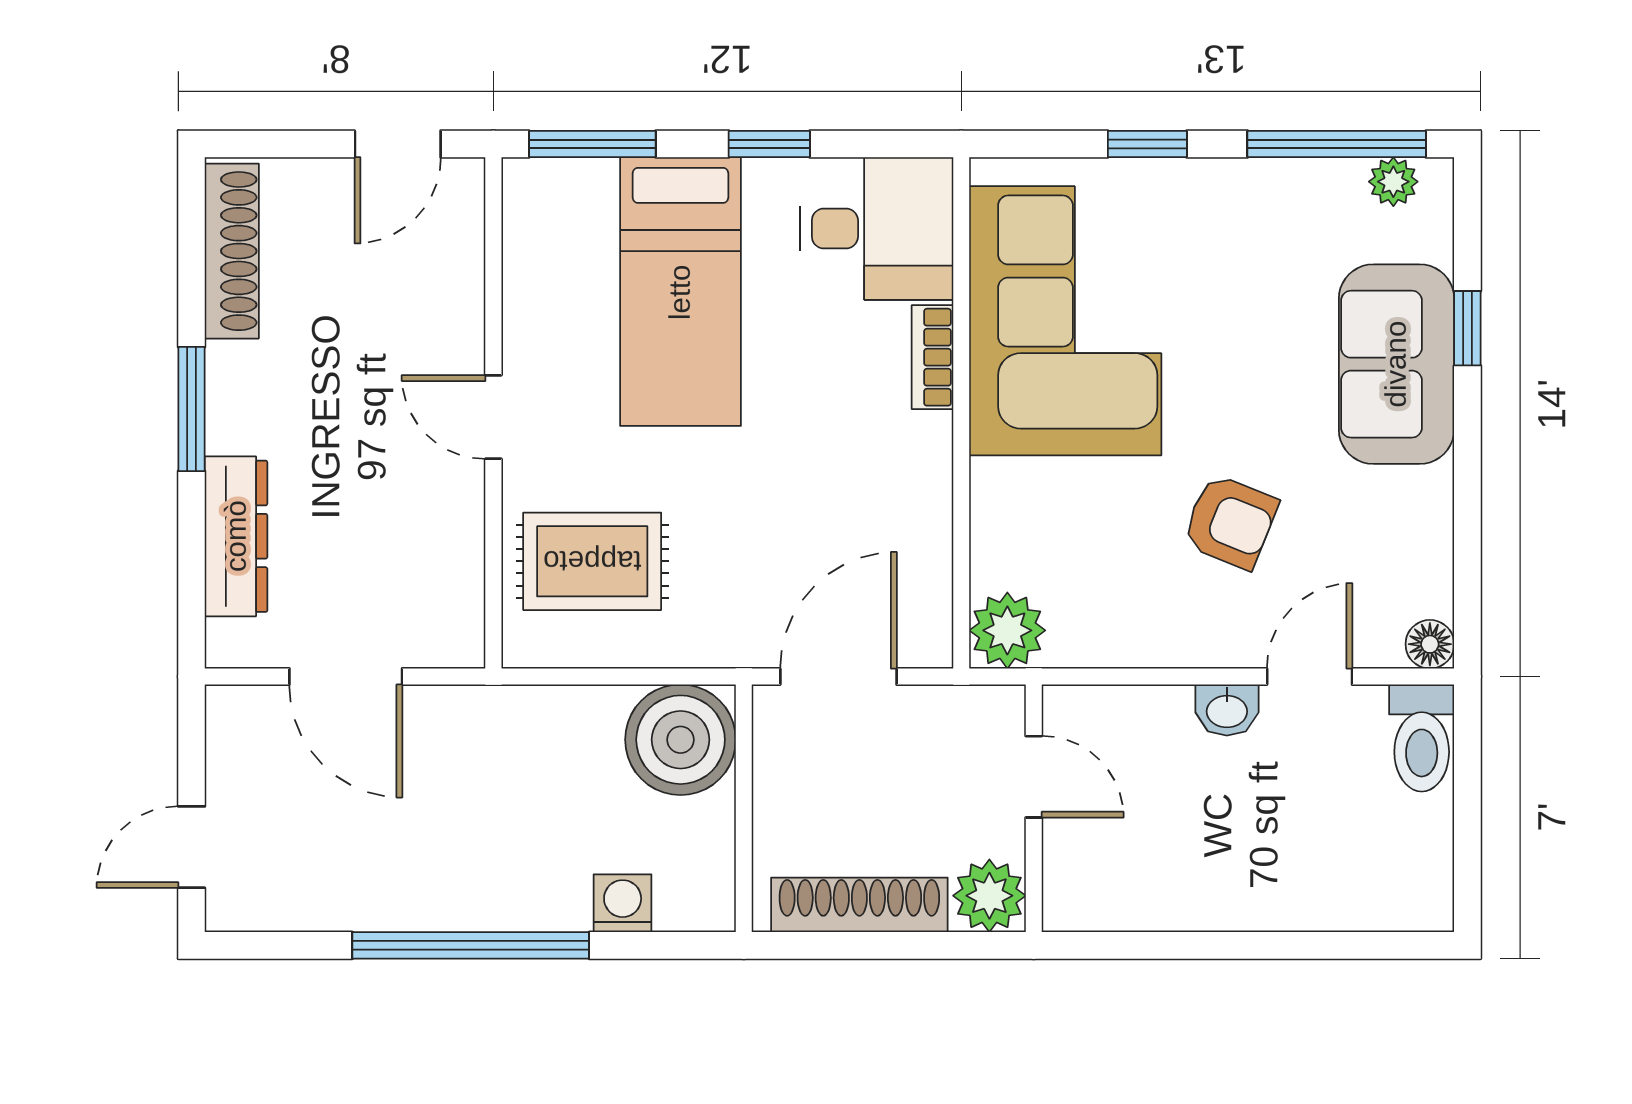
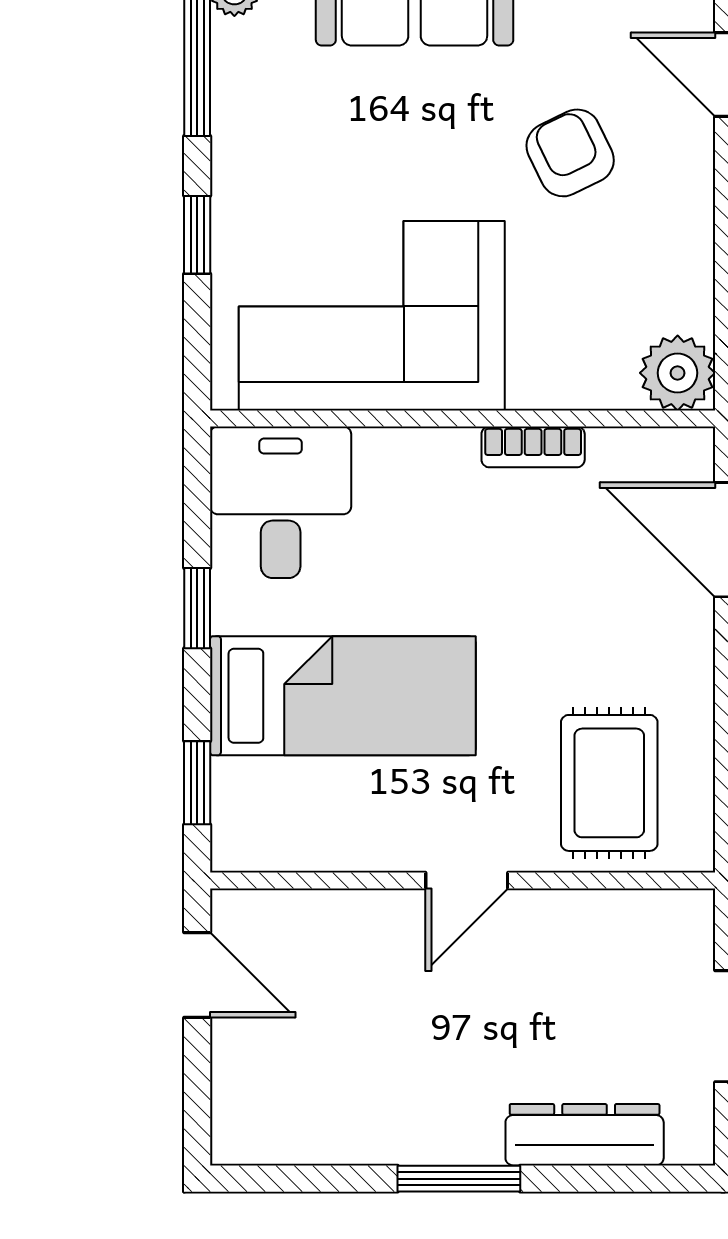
window: (592, 144) -> (197, 783), width x0.67
shoe rack: (232, 251) -> (303, 1139), removed
bookcase: (933, 357) -> (533, 447), moved
armchair: (1230, 522) -> (570, 153), turned -48

